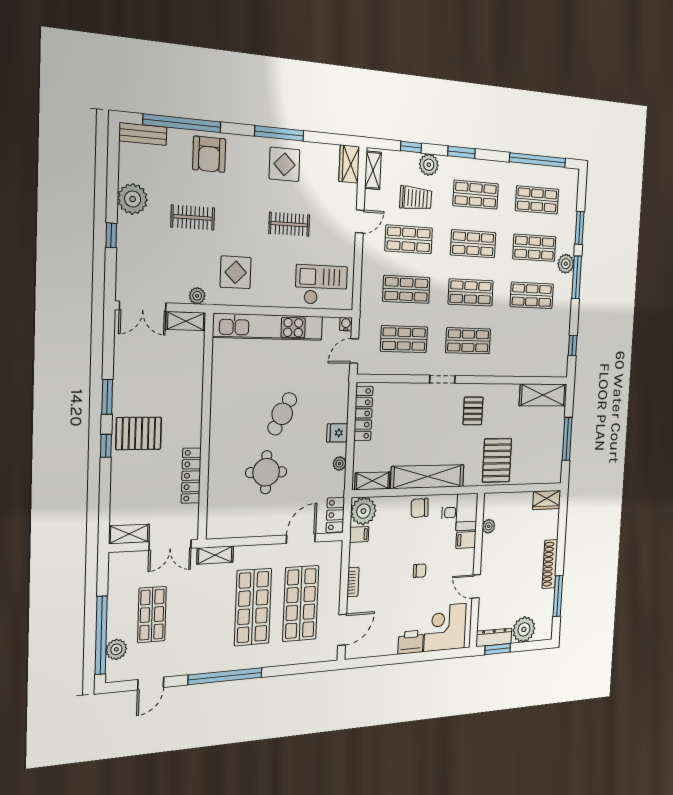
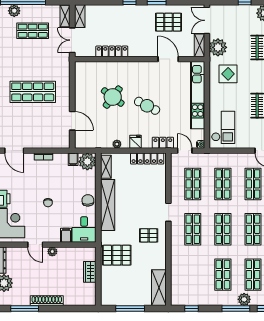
plant: (197, 296) -> (218, 47), width x1.88, depth x1.88
door: (207, 377) -> (168, 59), added
pallet: (139, 433) -> (168, 22), moved, turned 90
round table: (266, 472) -> (113, 97), turned 37
wardrobe: (547, 500) -> (90, 272), moved
locker: (335, 515) -> (163, 143), moved
plant: (489, 526) -> (52, 251), moved
shelving: (215, 555) -> (65, 16), moved
door: (476, 586) -> (35, 245), swing flipped
shop shelf: (301, 603) -> (33, 122), removed

